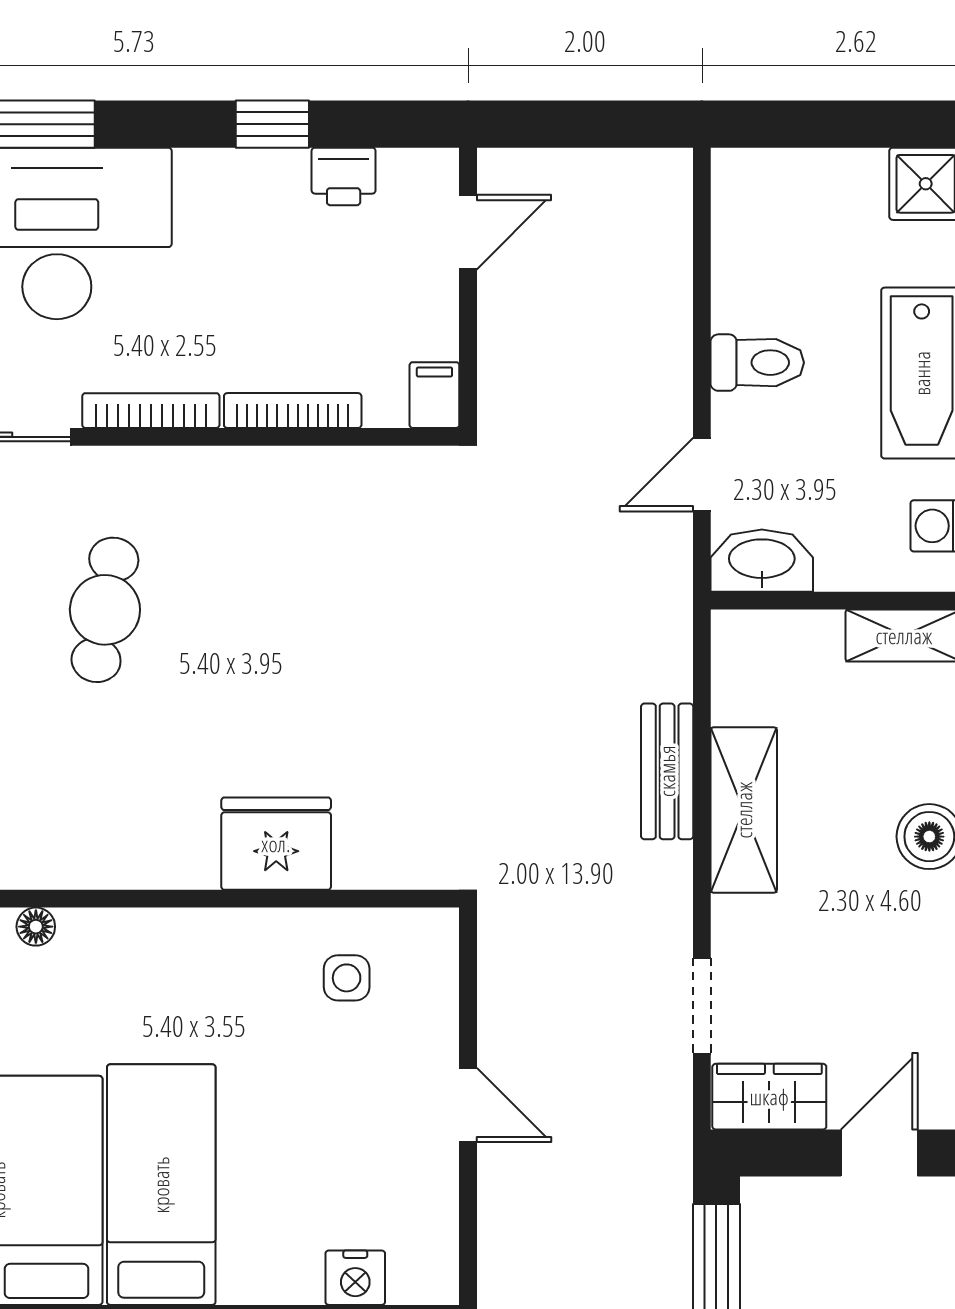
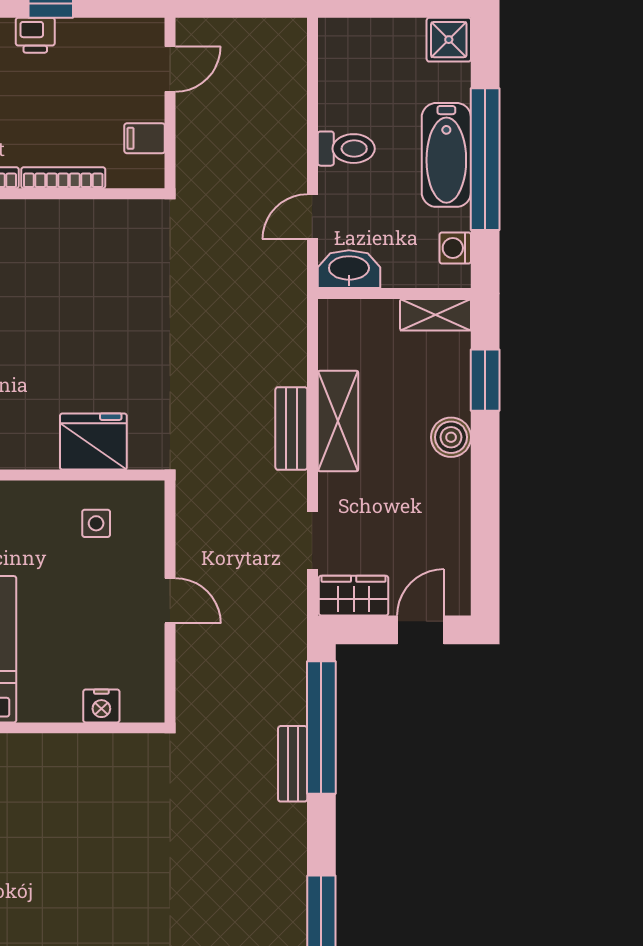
printer: (344, 176) -> (35, 35), moved
filing cabinet: (434, 395) -> (145, 138), moved, turned -90
bench: (667, 771) -> (291, 429), moved
fridge: (276, 844) -> (93, 442), moved

